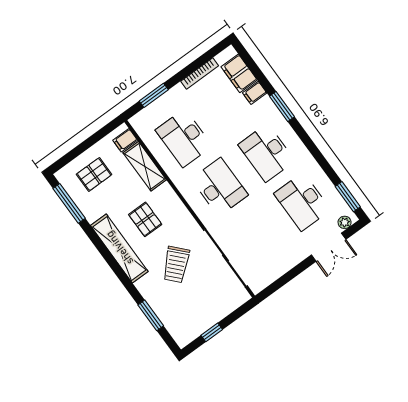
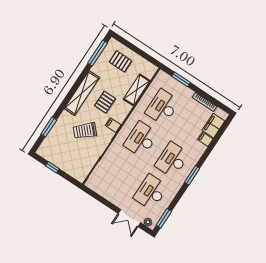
window: (282, 106) -> (192, 175), moved
filing cabinet: (125, 140) -> (113, 125), moved
desk: (220, 187) -> (141, 139), turned 180

